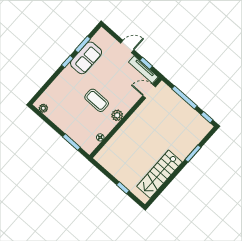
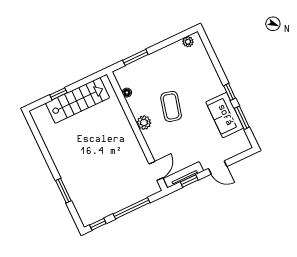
door: (127, 46) -> (218, 168), hinge flipped
coffee table: (97, 100) -> (171, 106), turned -76
stairs: (159, 174) -> (77, 100), moved, turned 90

